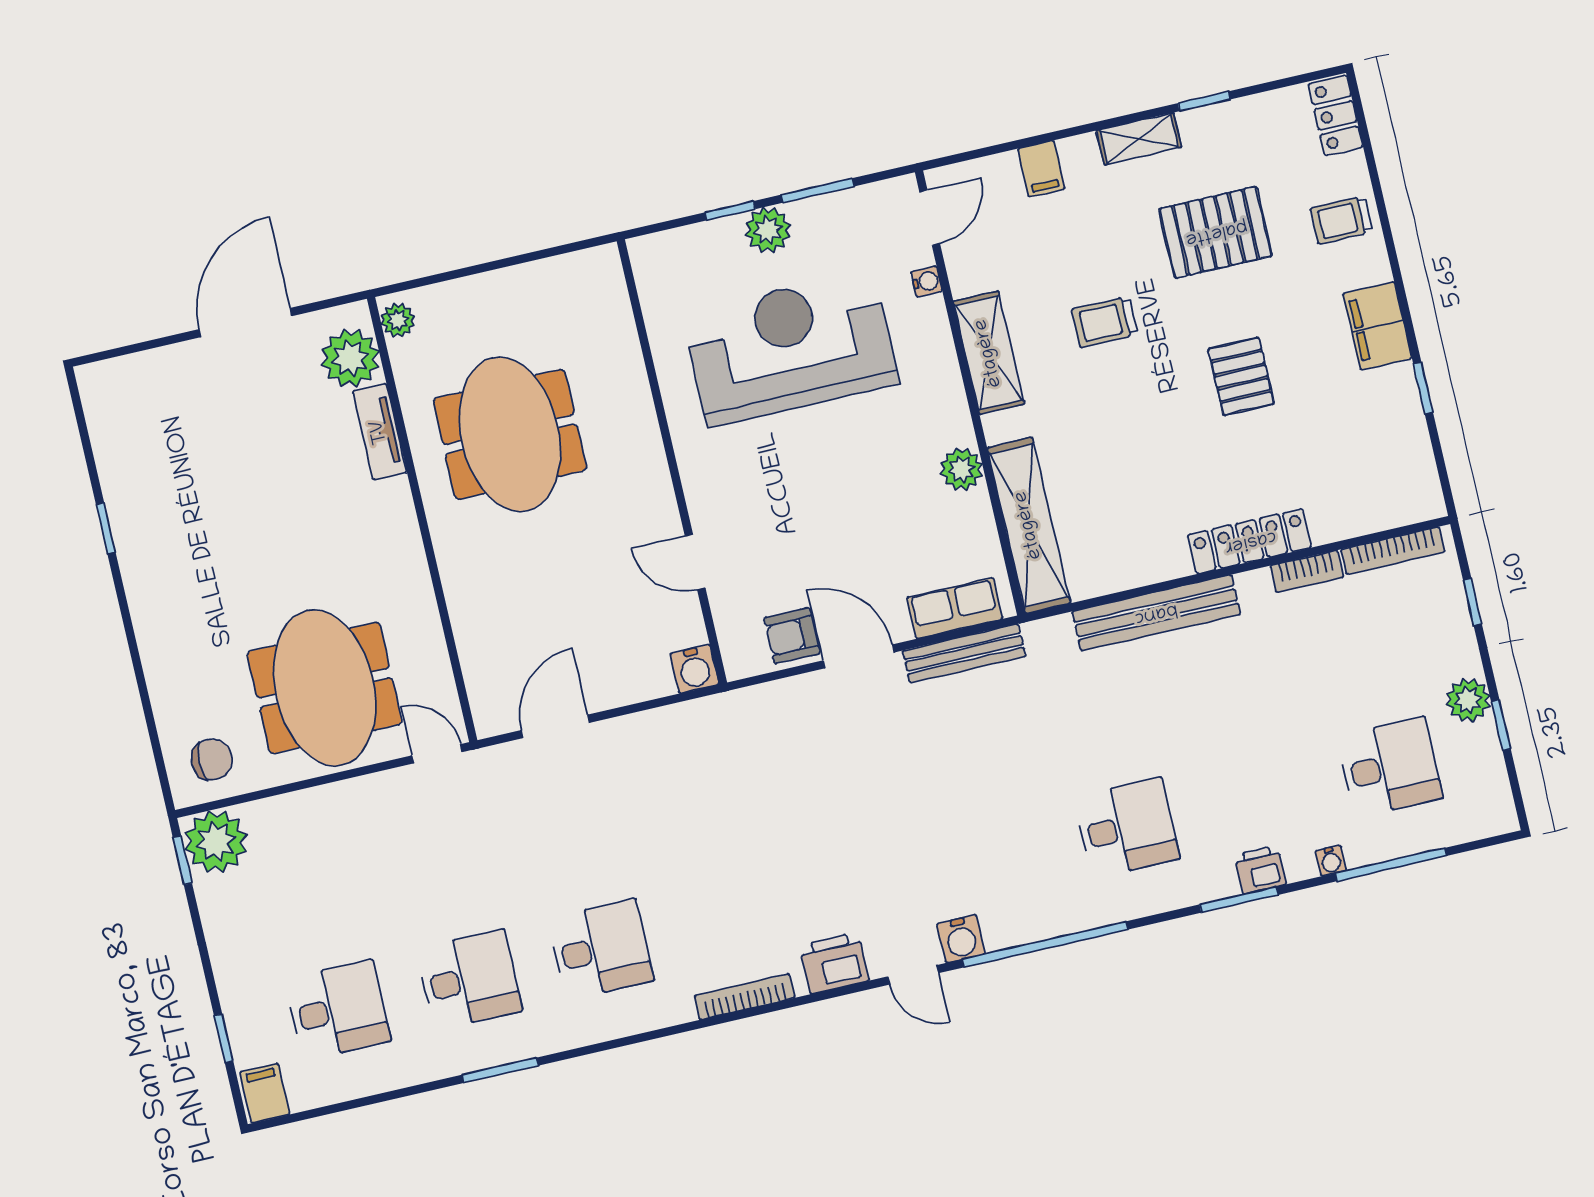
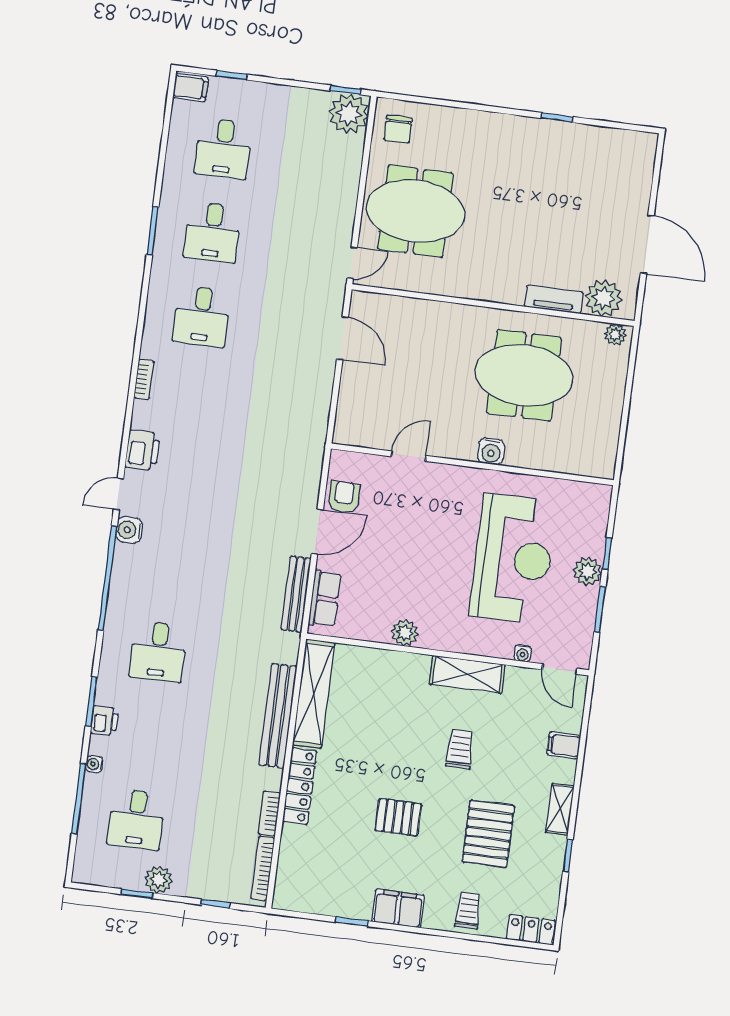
shelving: (1029, 525) -> (314, 694), moved, turned 90
water cooler: (694, 669) -> (491, 451), moved, turned -90
bookcase: (744, 997) -> (144, 379), width x0.64

